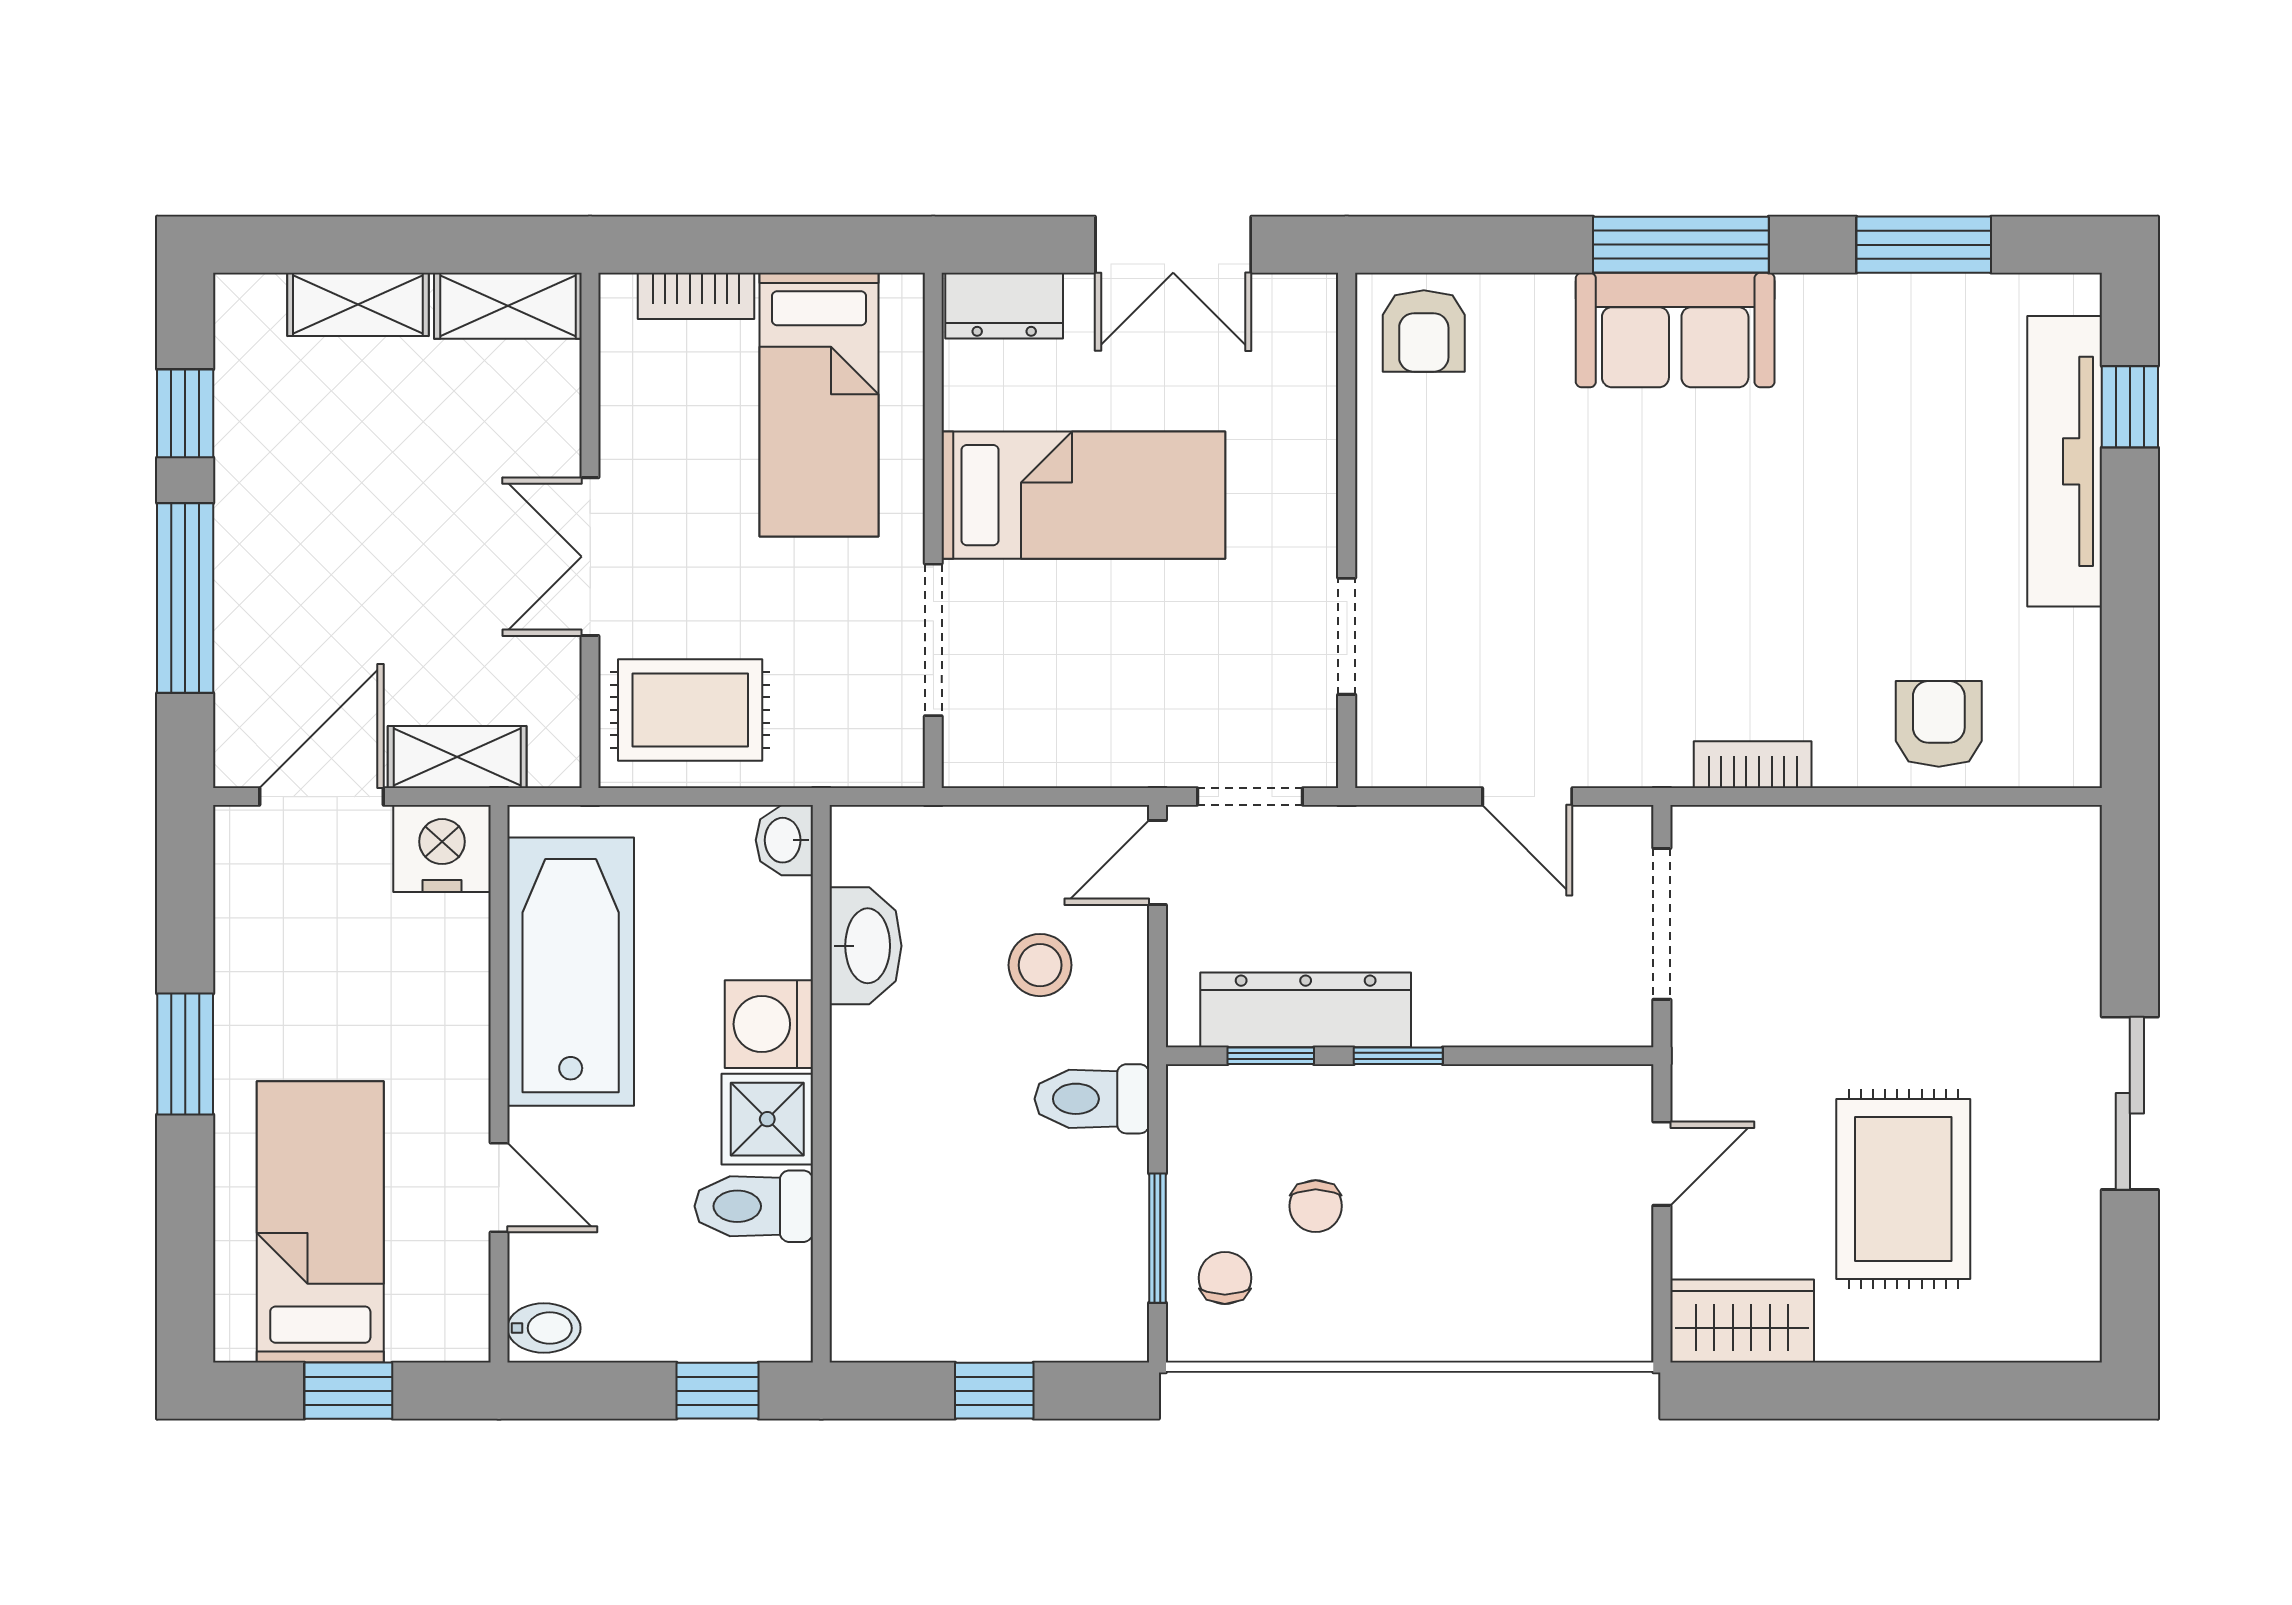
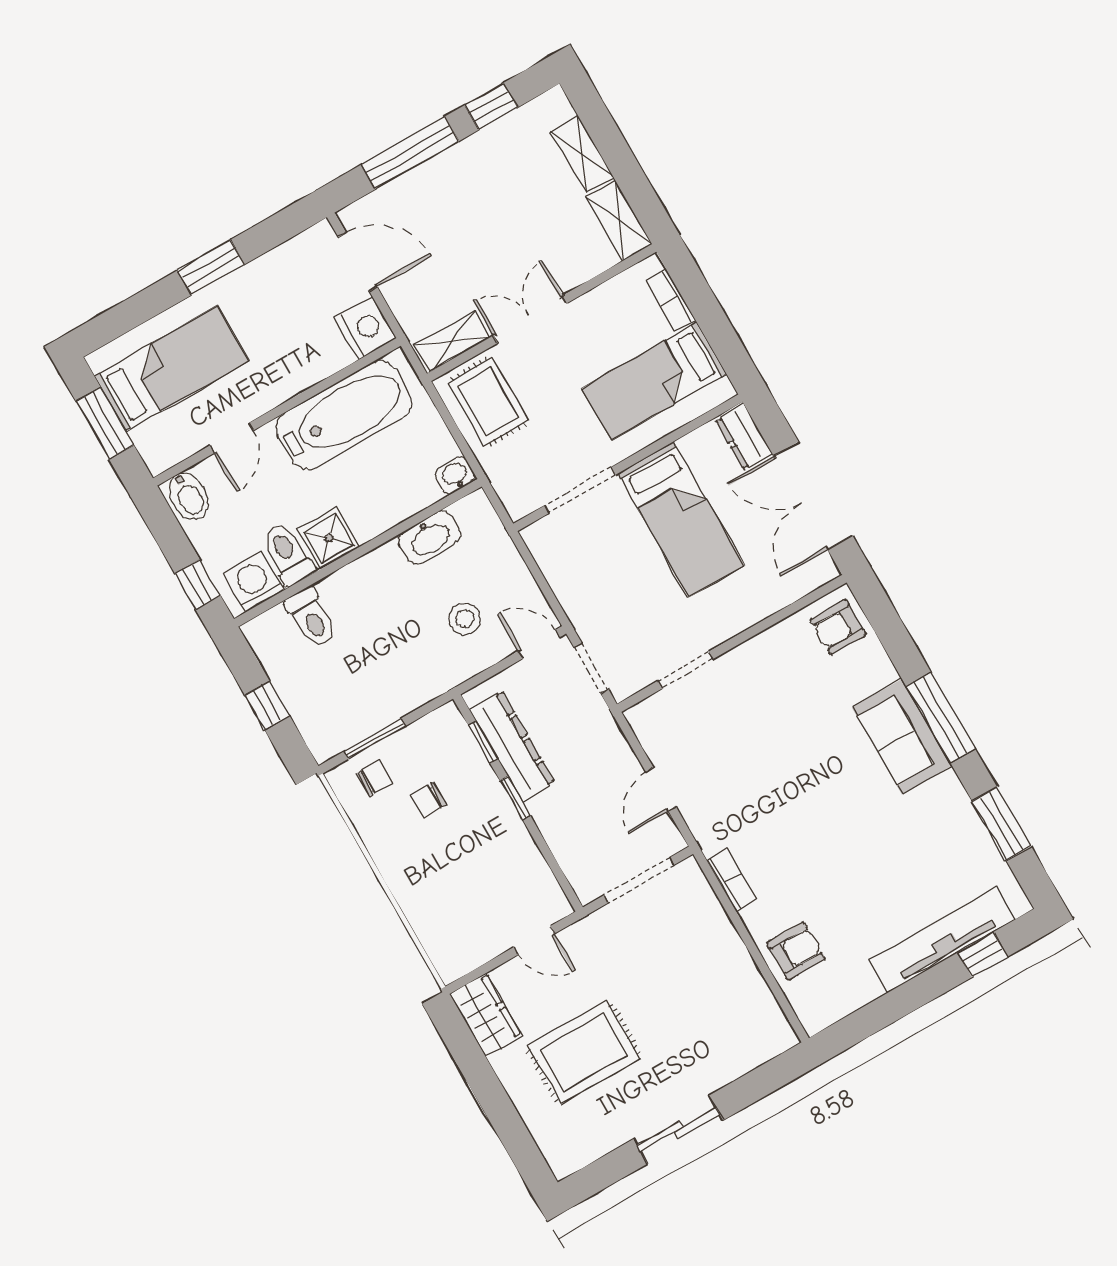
double door: (1173, 245) -> (813, 496), width x1.37
shelving: (457, 757) -> (452, 341), moved, turned 90
washing machine: (769, 1024) -> (254, 582), moved
toilet: (1092, 1099) -> (311, 618), moved, turned 180
bidet: (544, 1328) -> (189, 496), width x1.38, depth x1.36
window: (348, 1391) -> (105, 423), width x1.50

